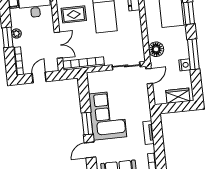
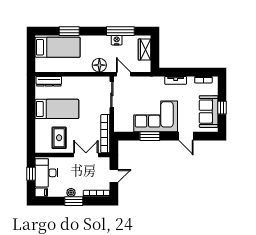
window: (193, 54) -> (120, 31), moved
door: (39, 78) -> (114, 176), swing flipped
window: (87, 123) -> (150, 136), moved

